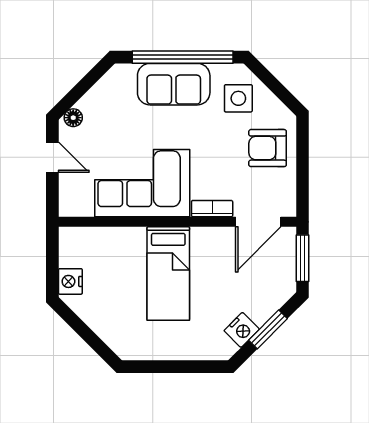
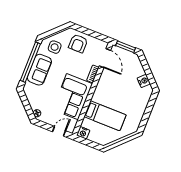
door: (52, 157) -> (59, 131), moved
bed: (168, 274) -> (105, 116), moved
nightstand: (70, 281) -> (83, 133), moved
window: (268, 329) -> (148, 71), removed

